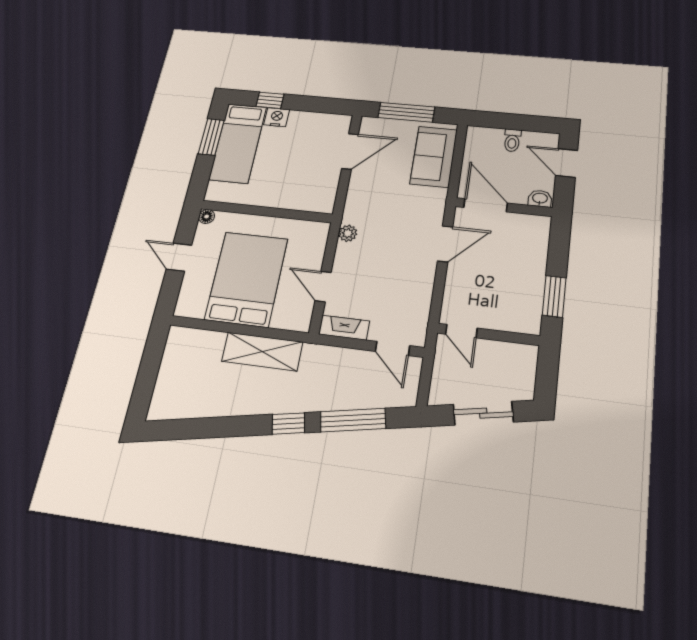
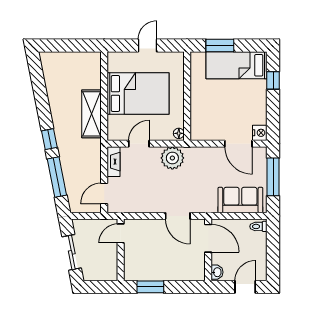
nightstand: (277, 117) -> (260, 133), moved
window: (211, 137) -> (220, 46), moved
toilet: (512, 140) -> (258, 226), moved
door: (486, 205) -> (208, 238), hinge flipped
floor lamp: (207, 216) -> (179, 133), moved
plant: (348, 233) -> (172, 158), width x1.88, depth x1.88

